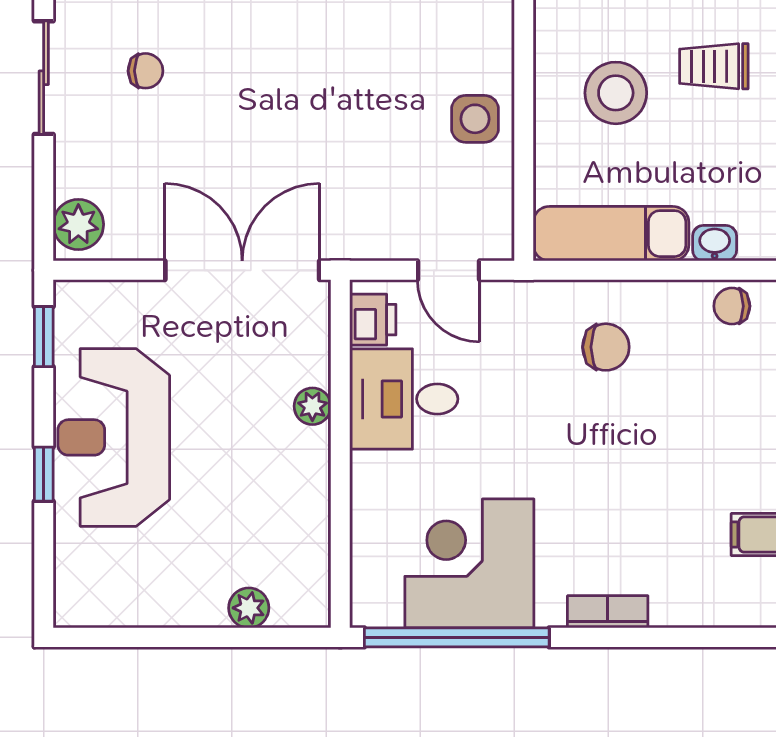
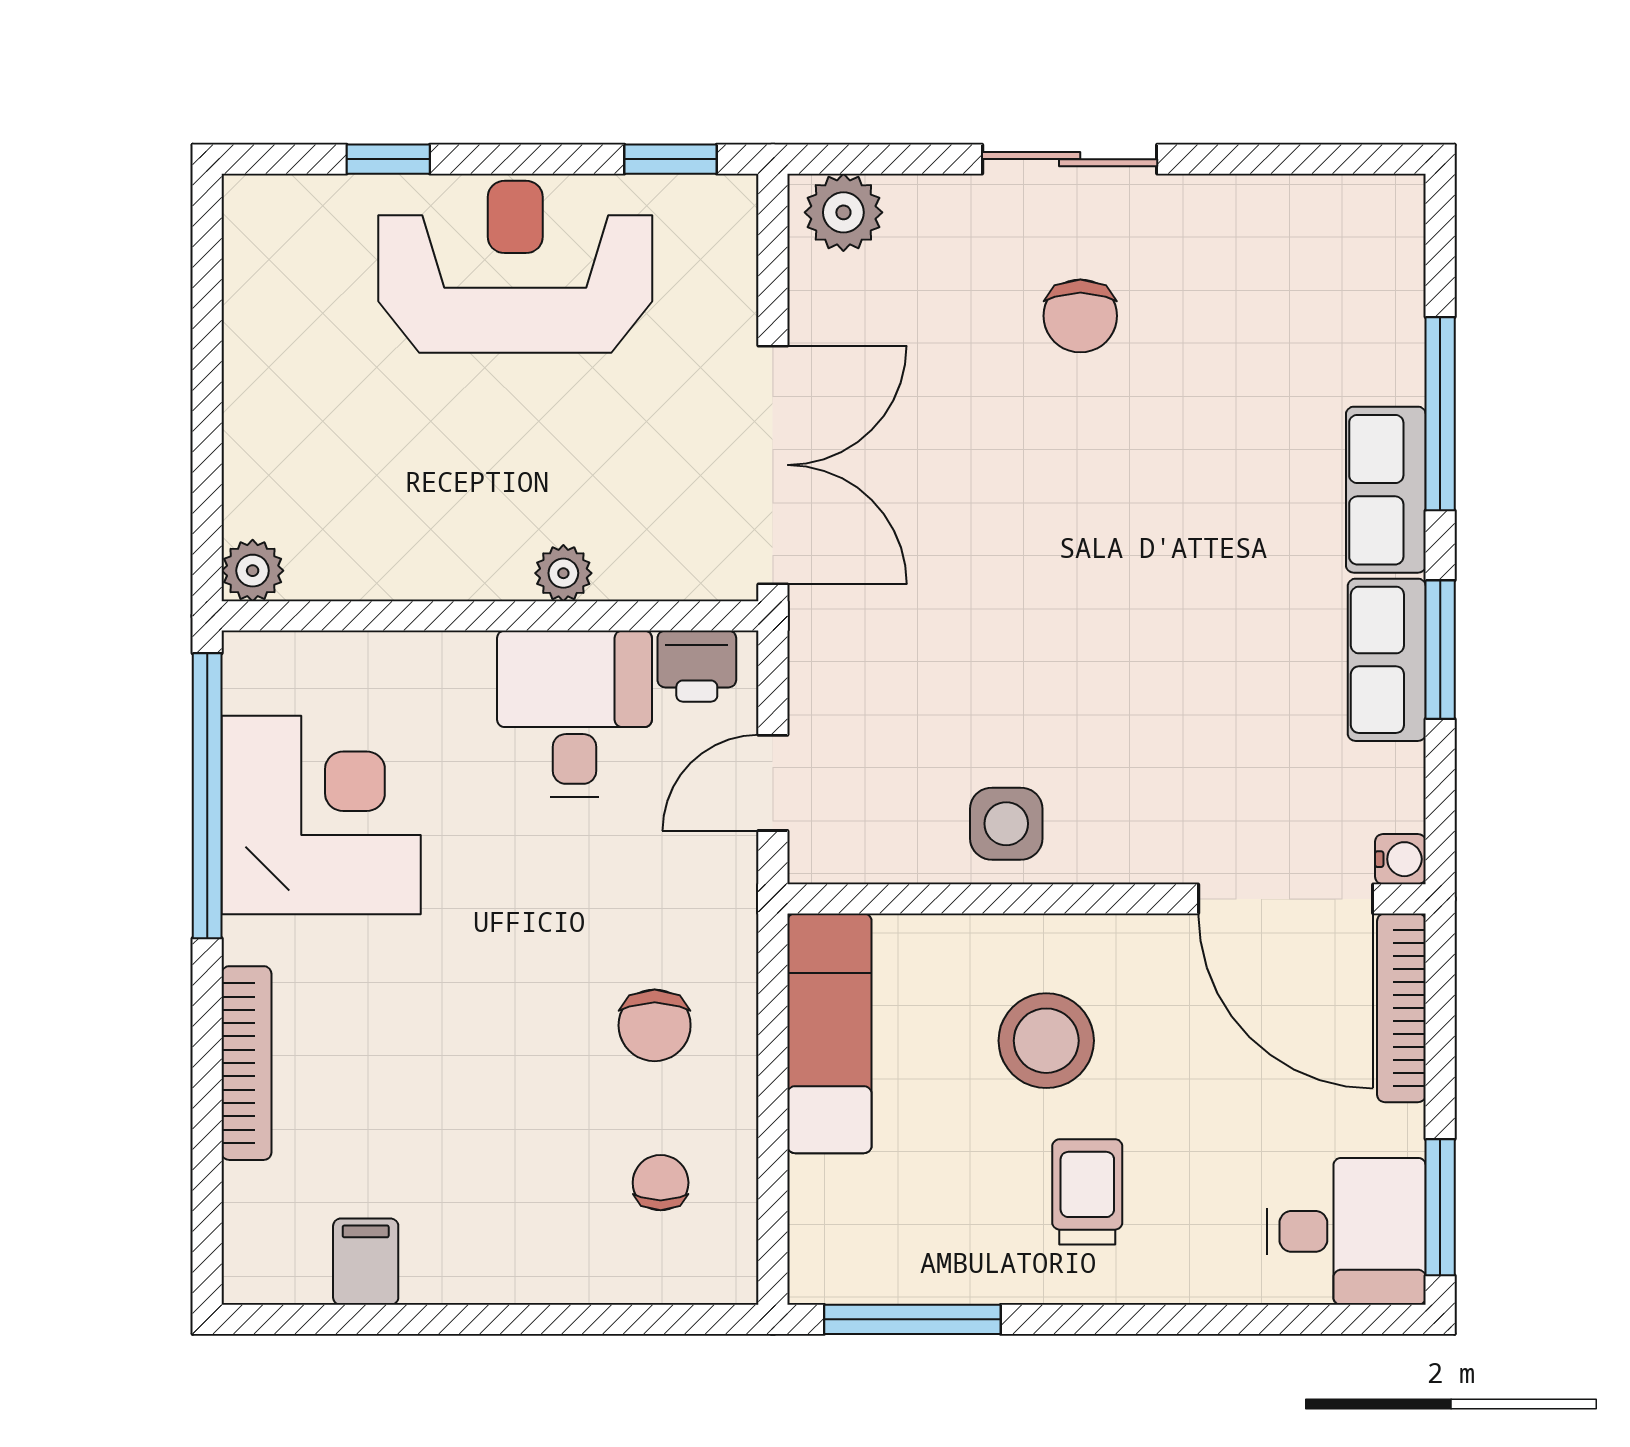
chair: (146, 71) -> (1080, 316), width x1.37, depth x1.37
washbasin: (715, 243) -> (815, 1193), removed
chair: (732, 306) -> (661, 1183), moved
window: (44, 474) -> (388, 159), moved
plant: (249, 608) -> (253, 571), moved
bookcase: (608, 612) -> (246, 1063), width x1.56

